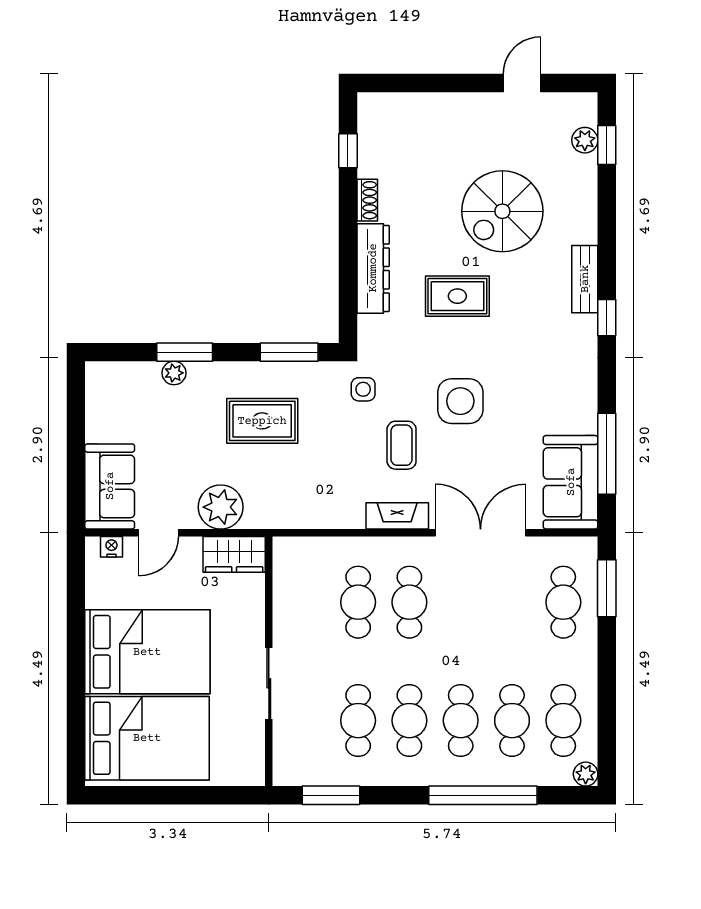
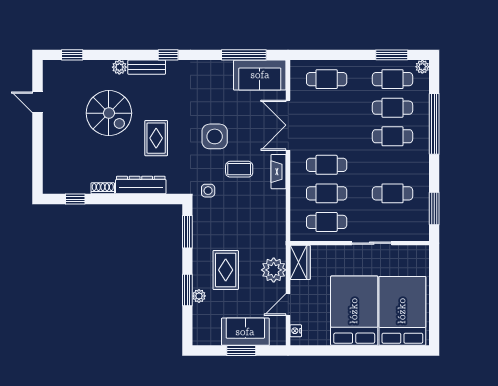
plant: (585, 140) -> (119, 67), moved
rug: (262, 421) -> (226, 270), moved
window: (76, 449) -> (241, 351), added
sofa: (110, 486) -> (245, 332), moved
door: (159, 533) -> (288, 304), swing flipped
window: (607, 588) -> (392, 55), moved
cafe table: (409, 721) -> (327, 222), moved

